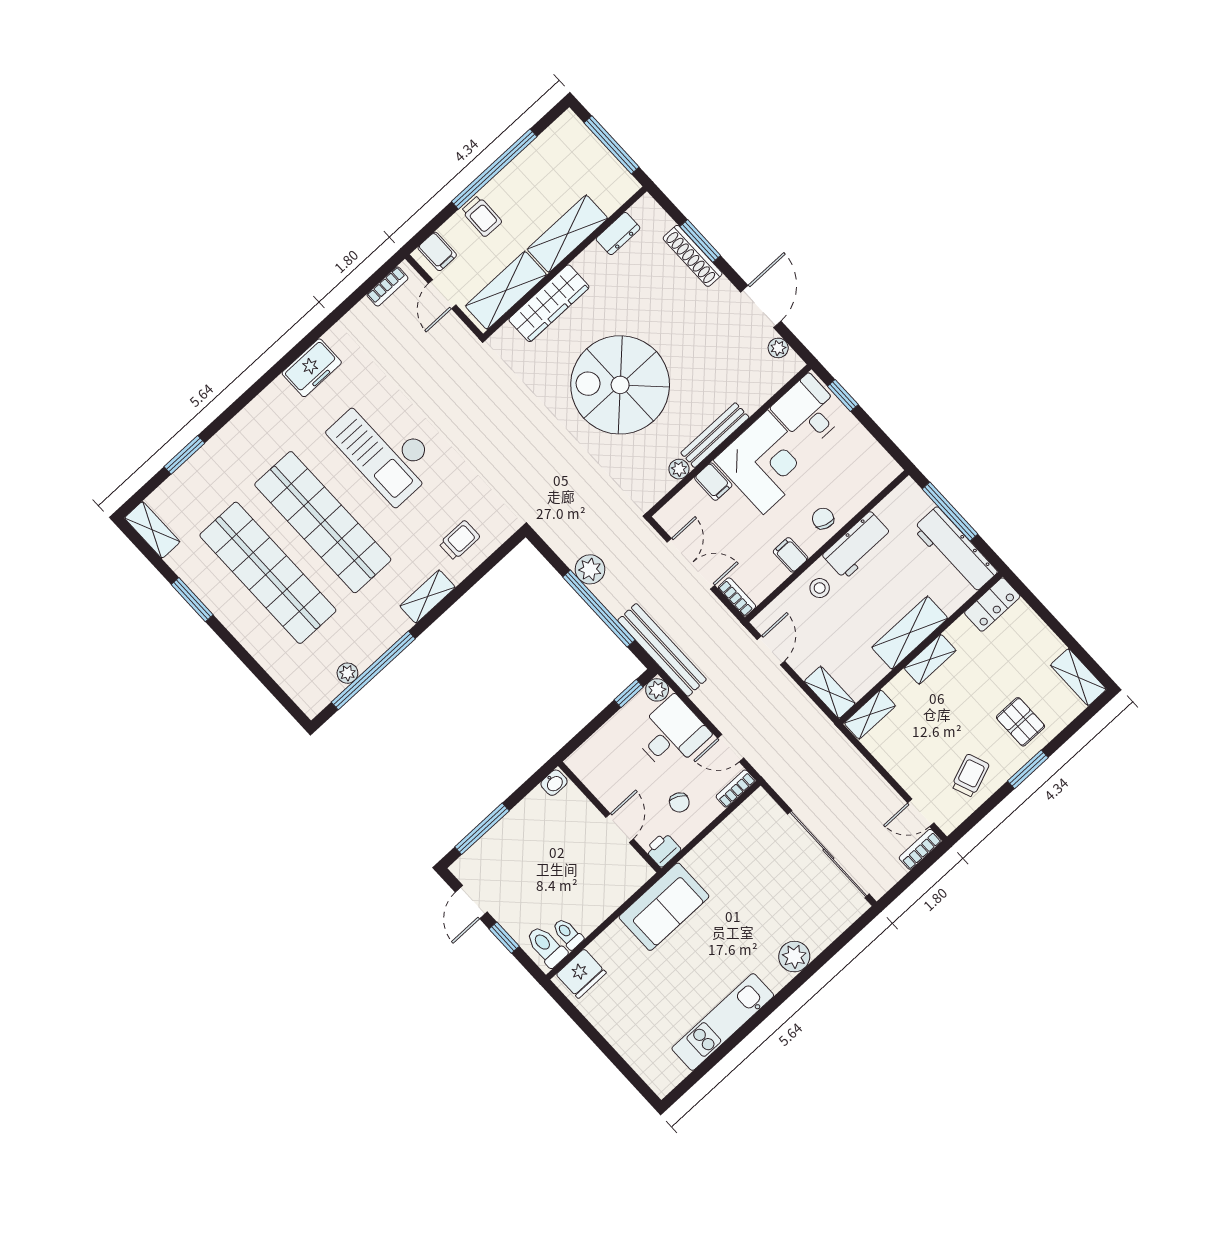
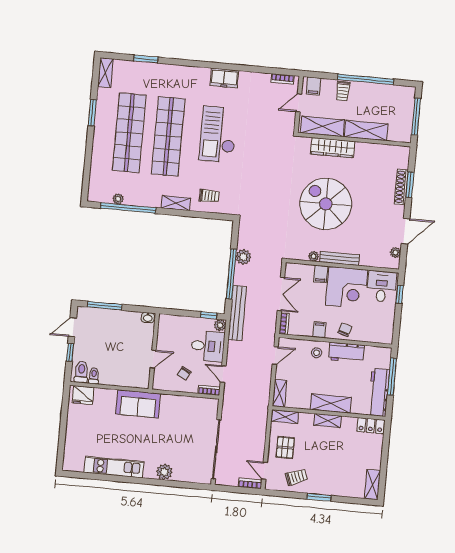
dresser: (618, 234) -> (384, 150), removed
pallet: (1021, 722) -> (285, 448), moved
printer: (663, 850) -> (160, 383), removed

